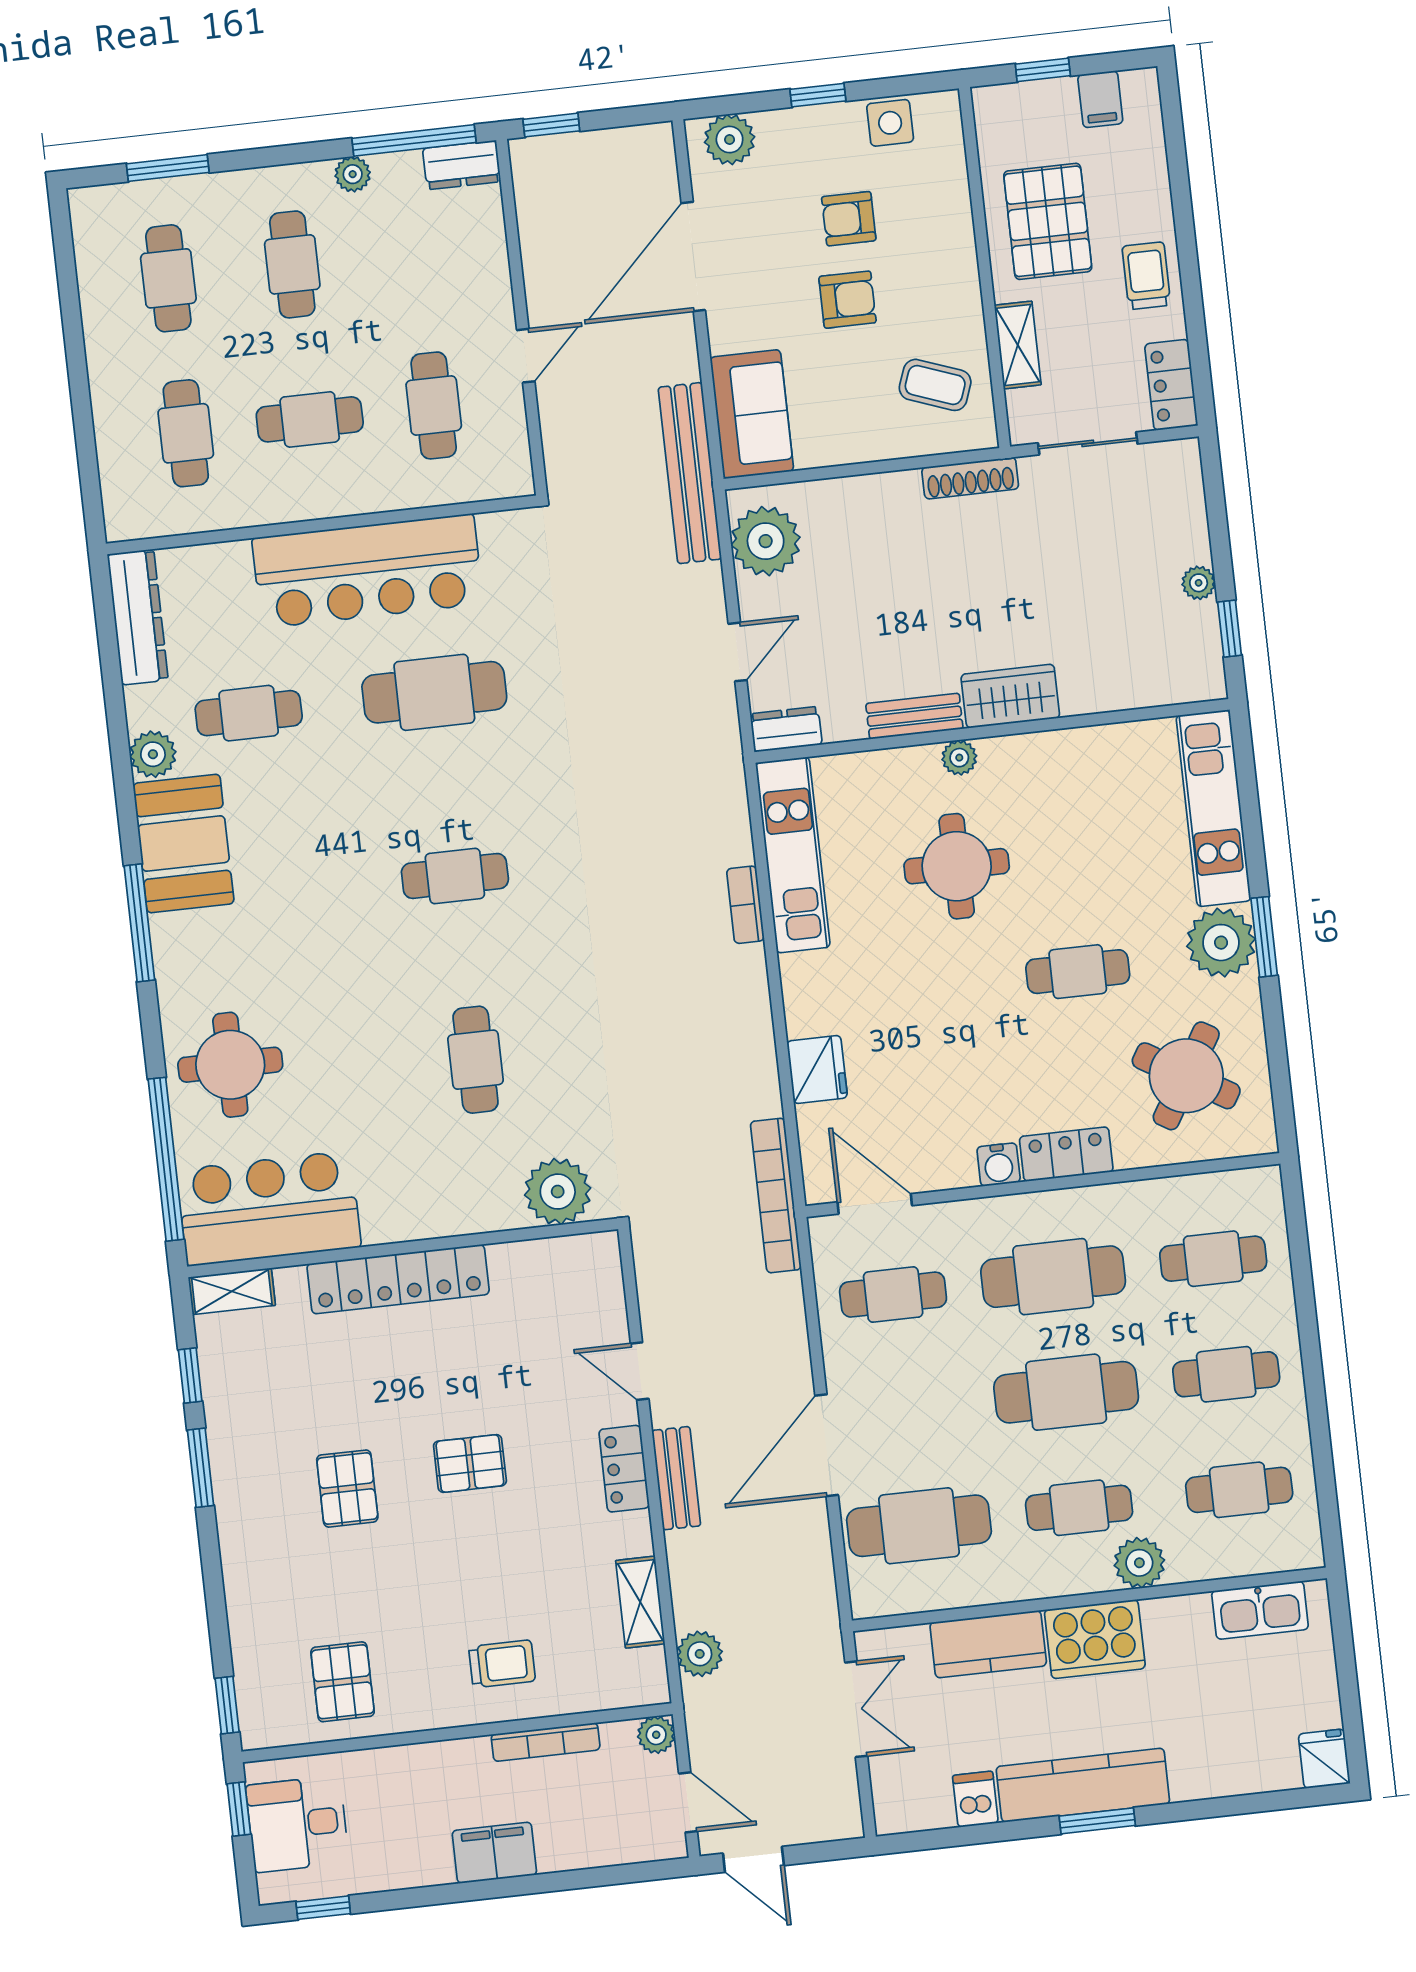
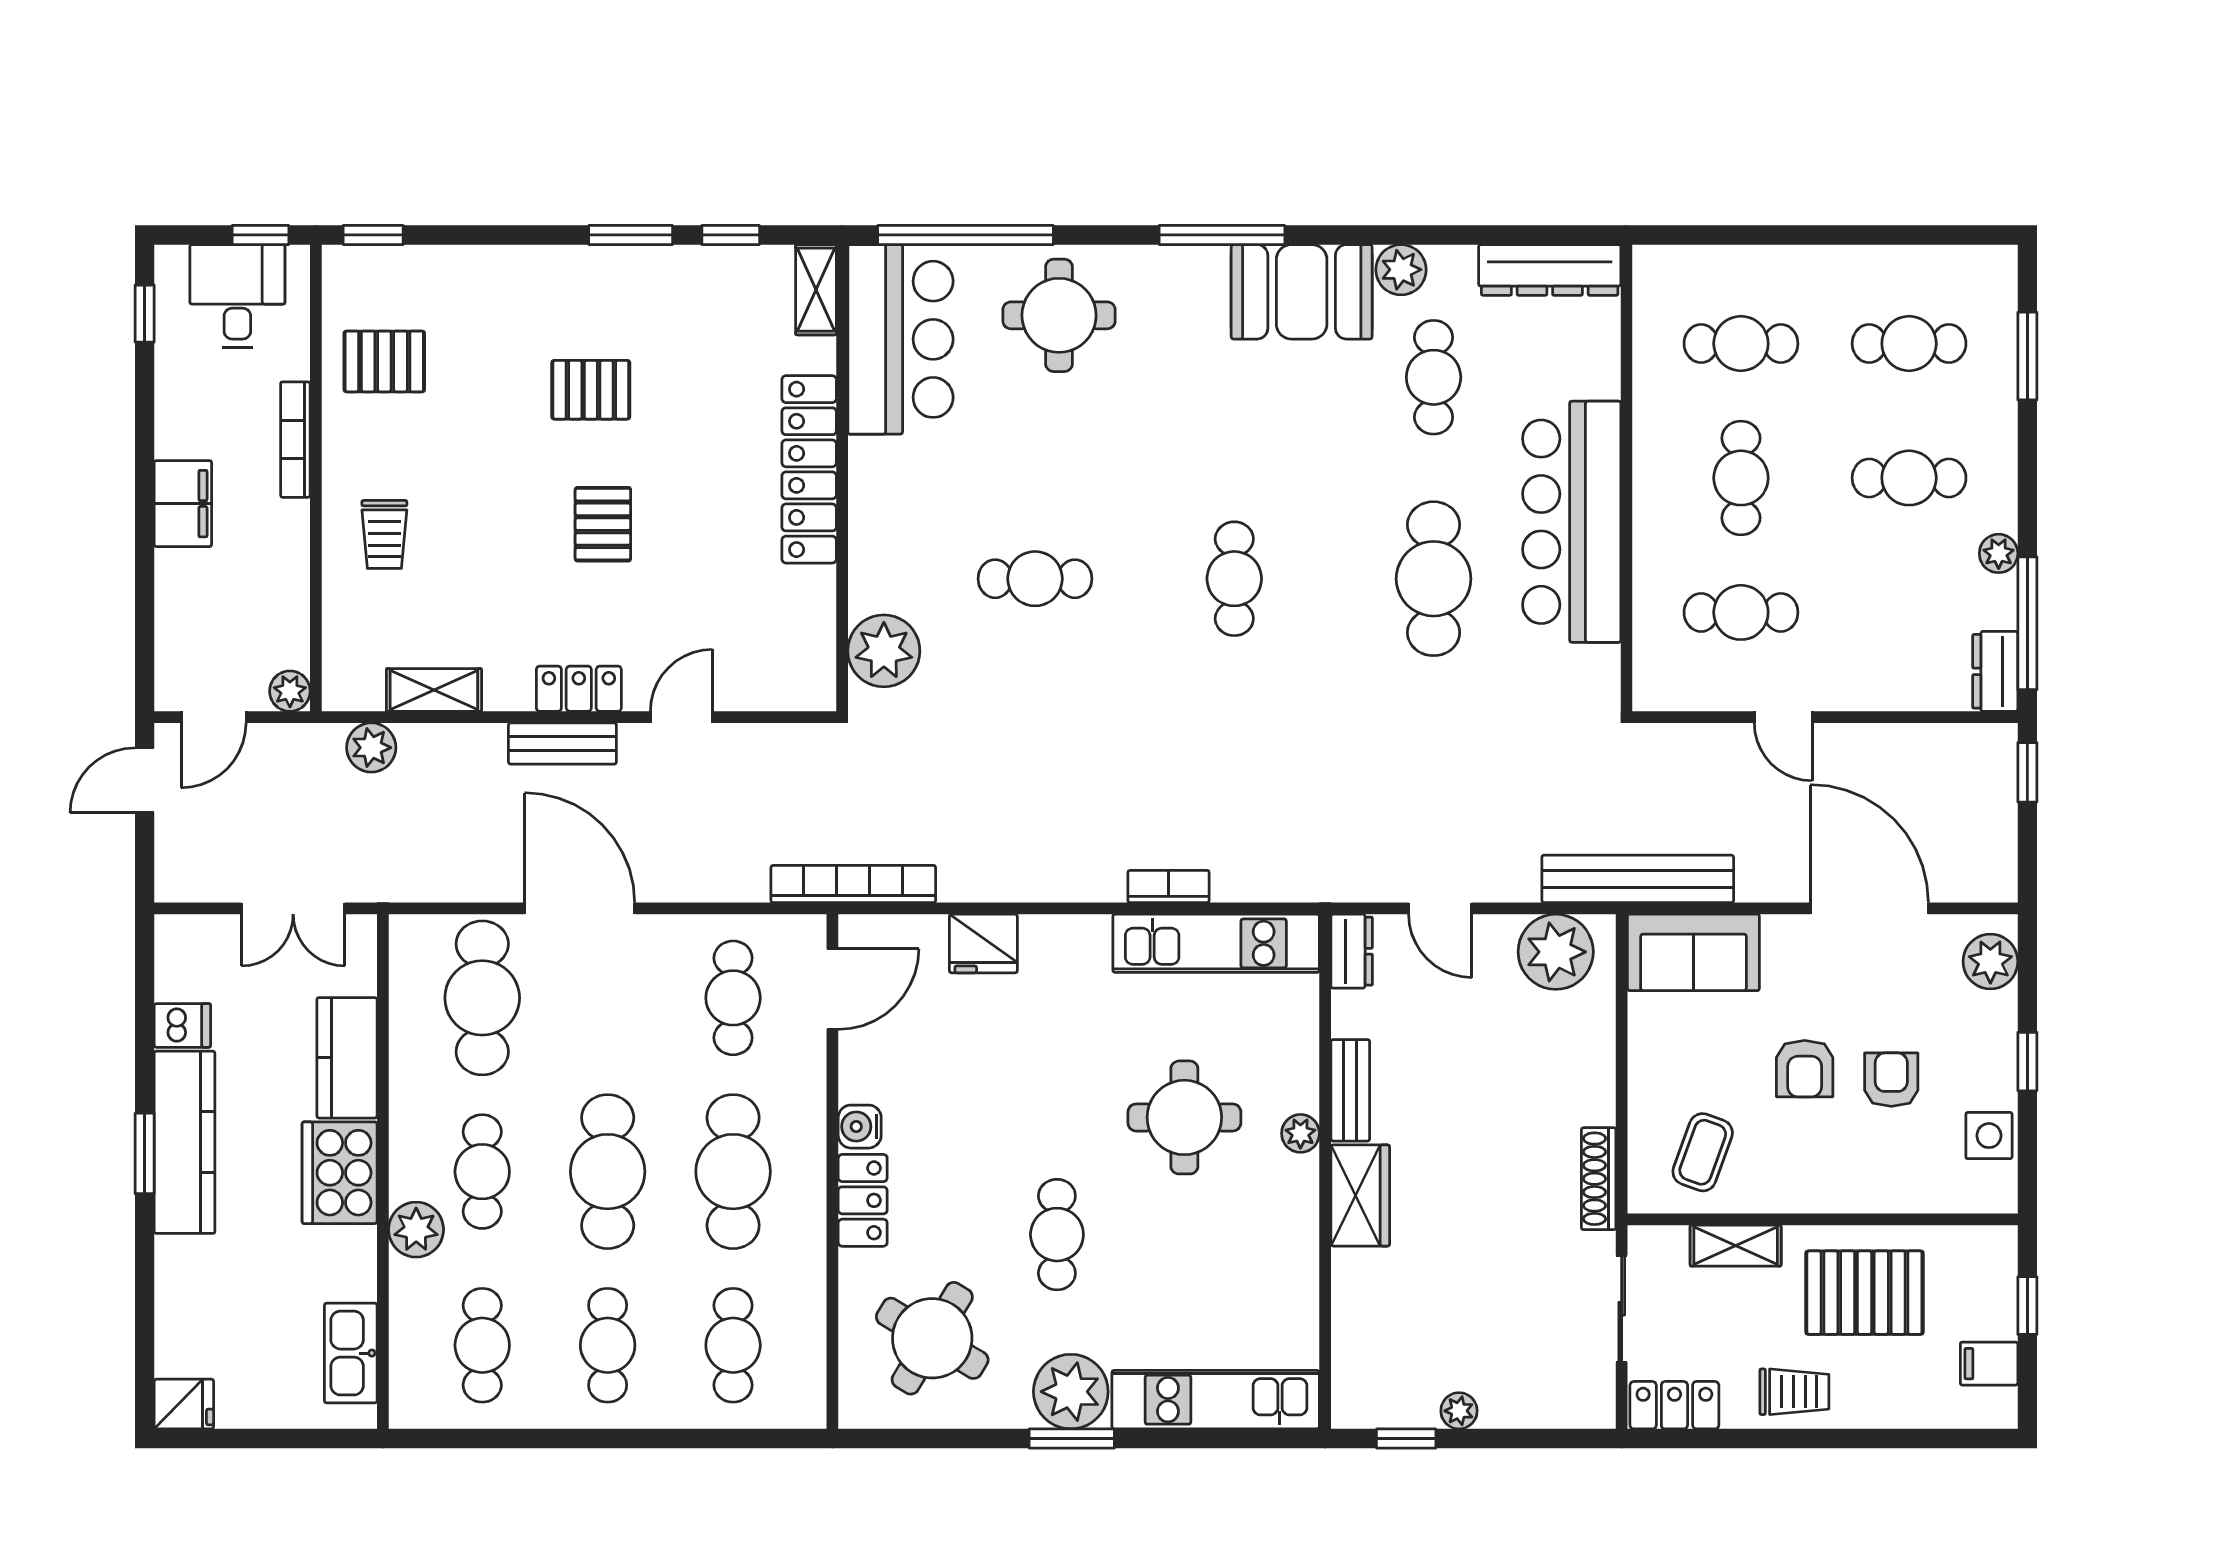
bookcase: (546, 1742) -> (295, 440), moved

